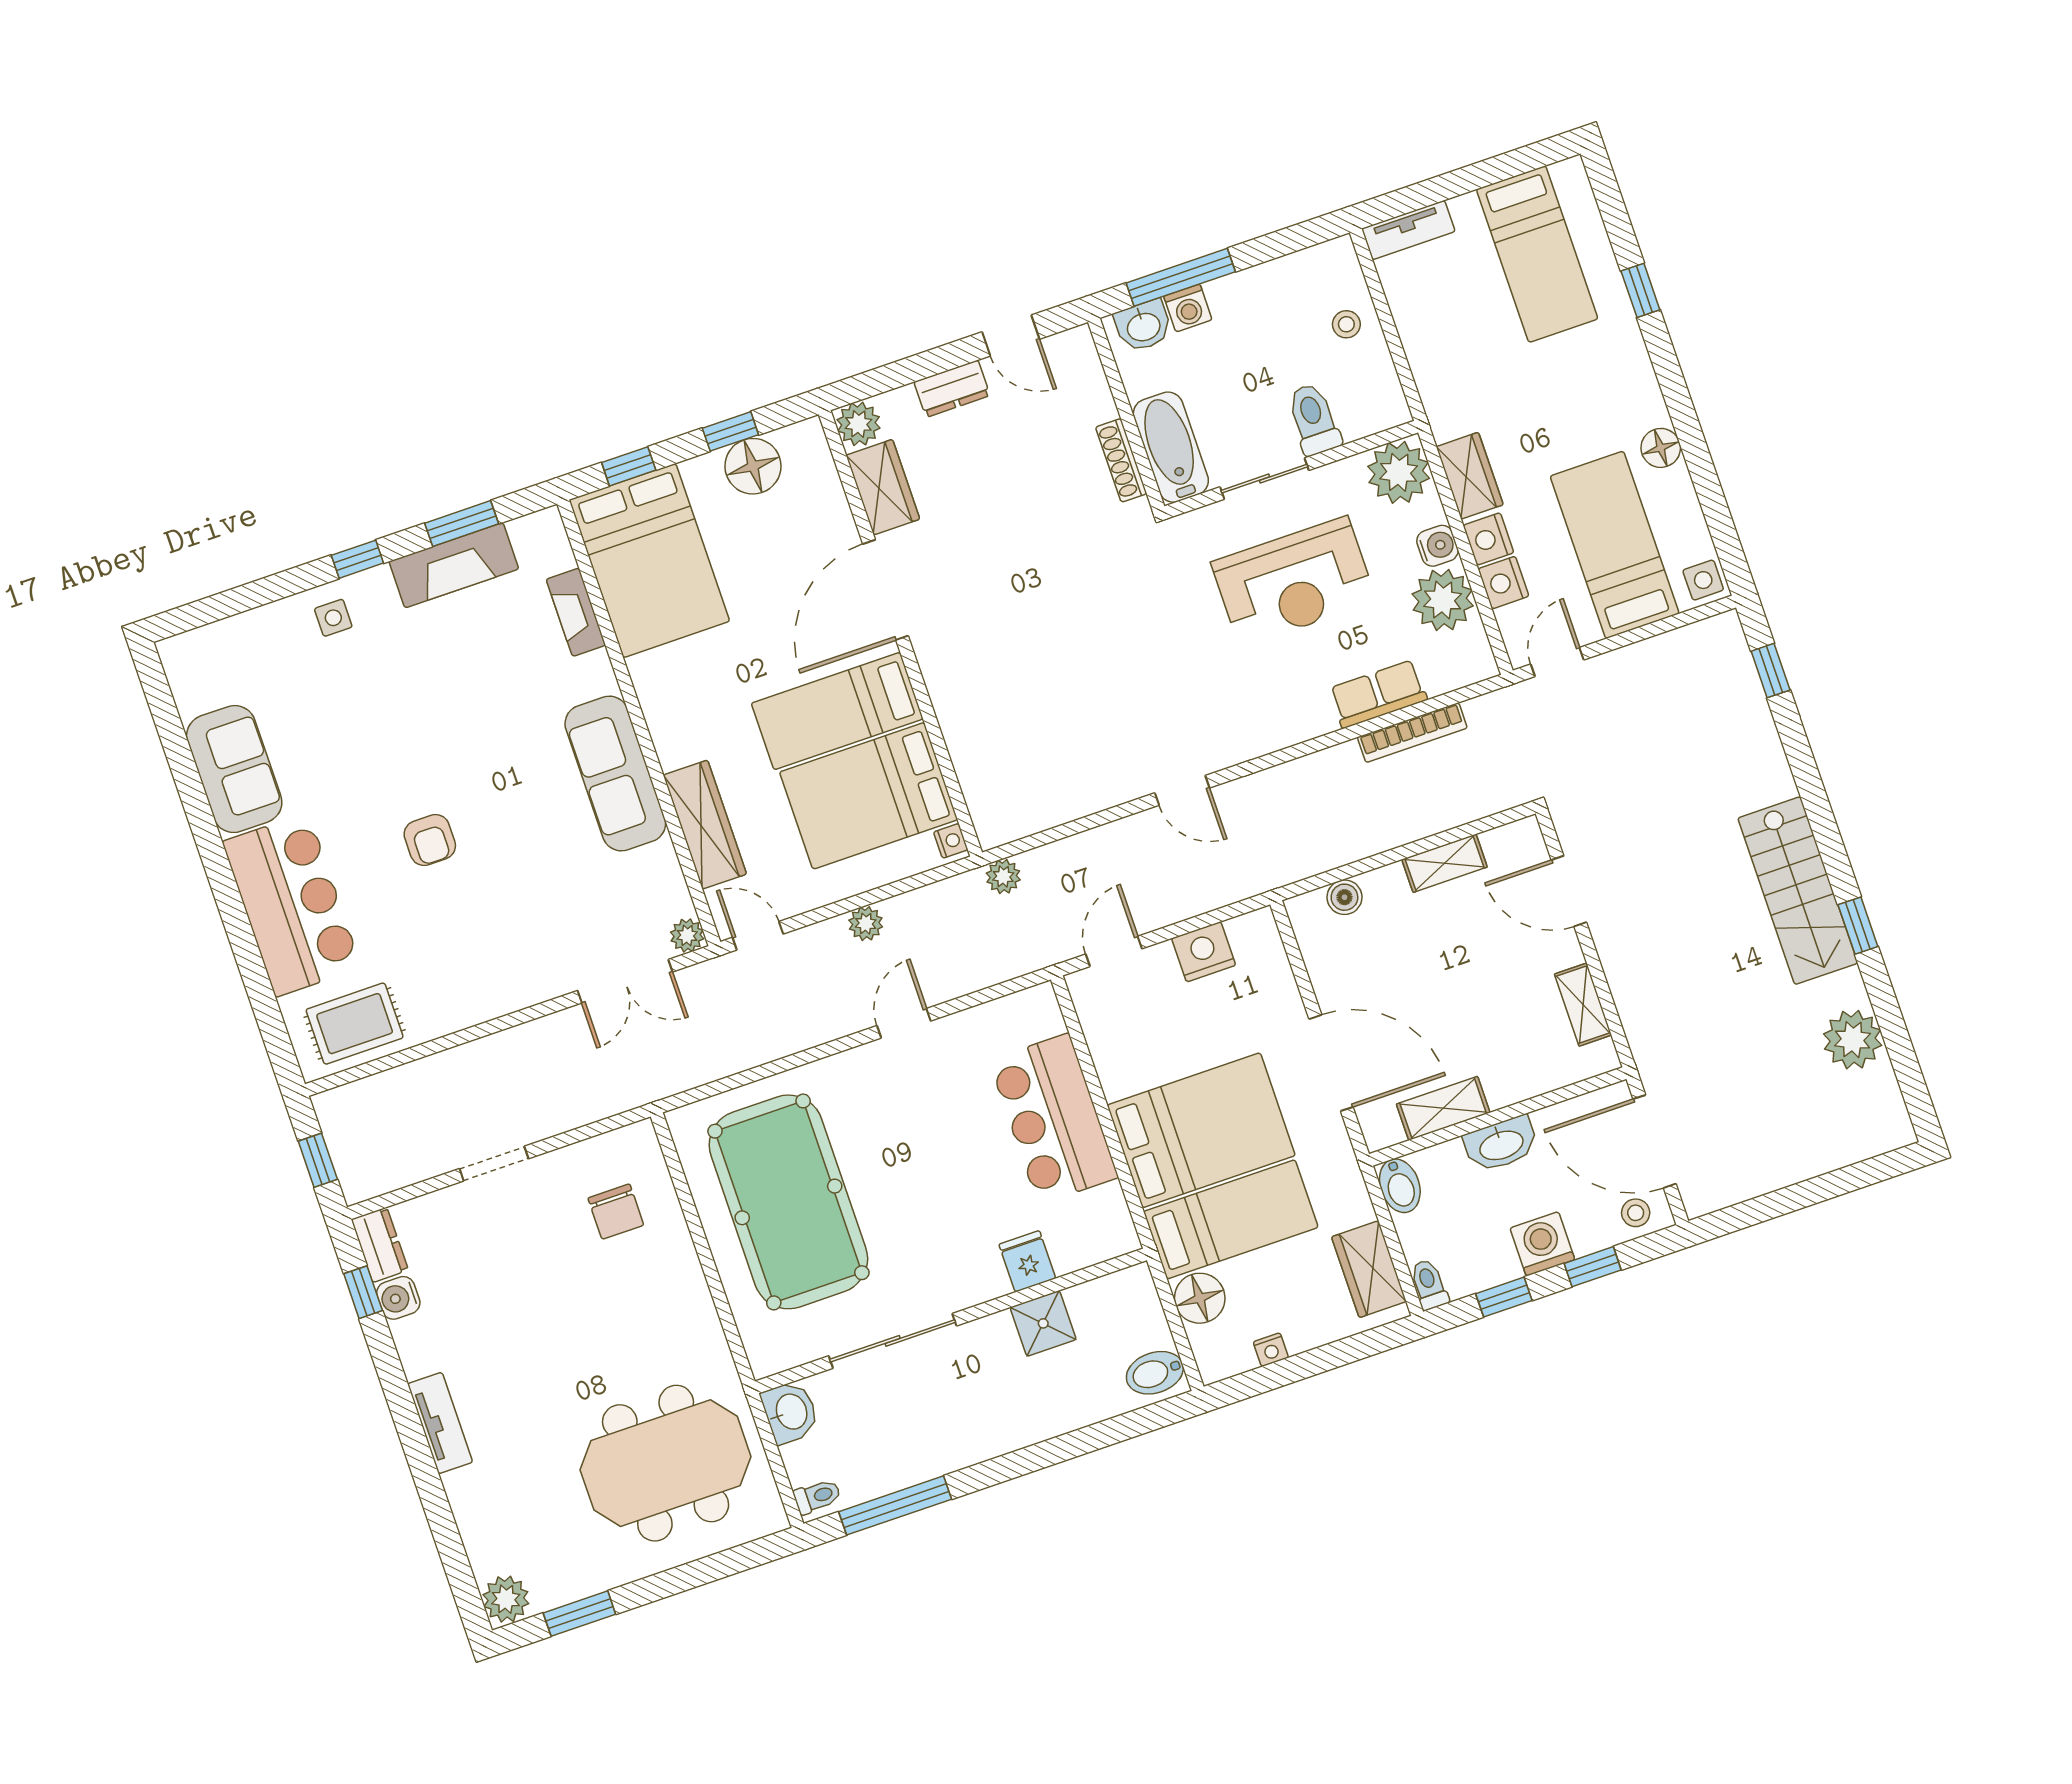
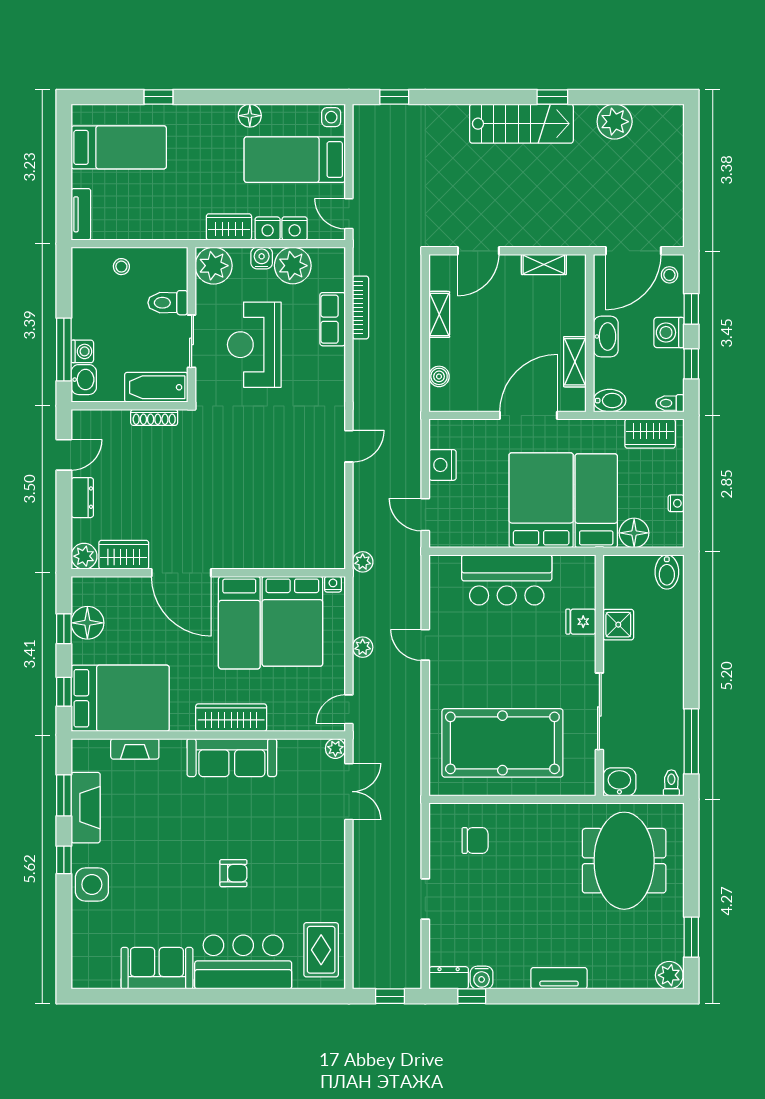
reception desk: (1294, 582) -> (254, 345), turned 180
side table: (333, 618) -> (92, 884), width x1.87, depth x1.87
wardrobe: (705, 825) -> (231, 718), moved

